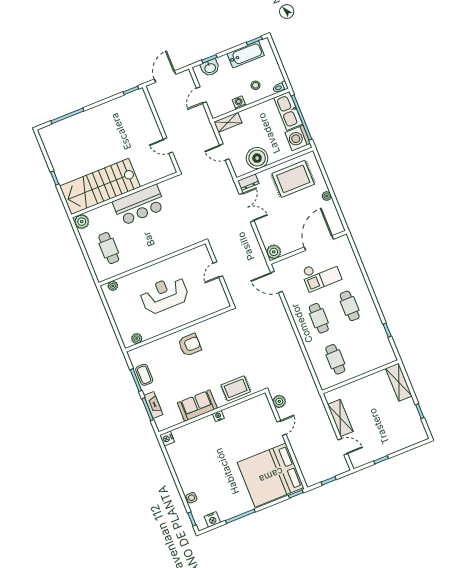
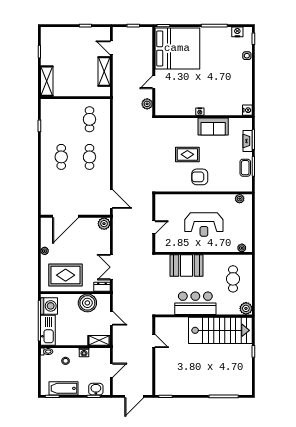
booth: (165, 242) -> (187, 266), added
checkout: (321, 275) -> (74, 191), removed
rug: (236, 388) -> (187, 154), moved

